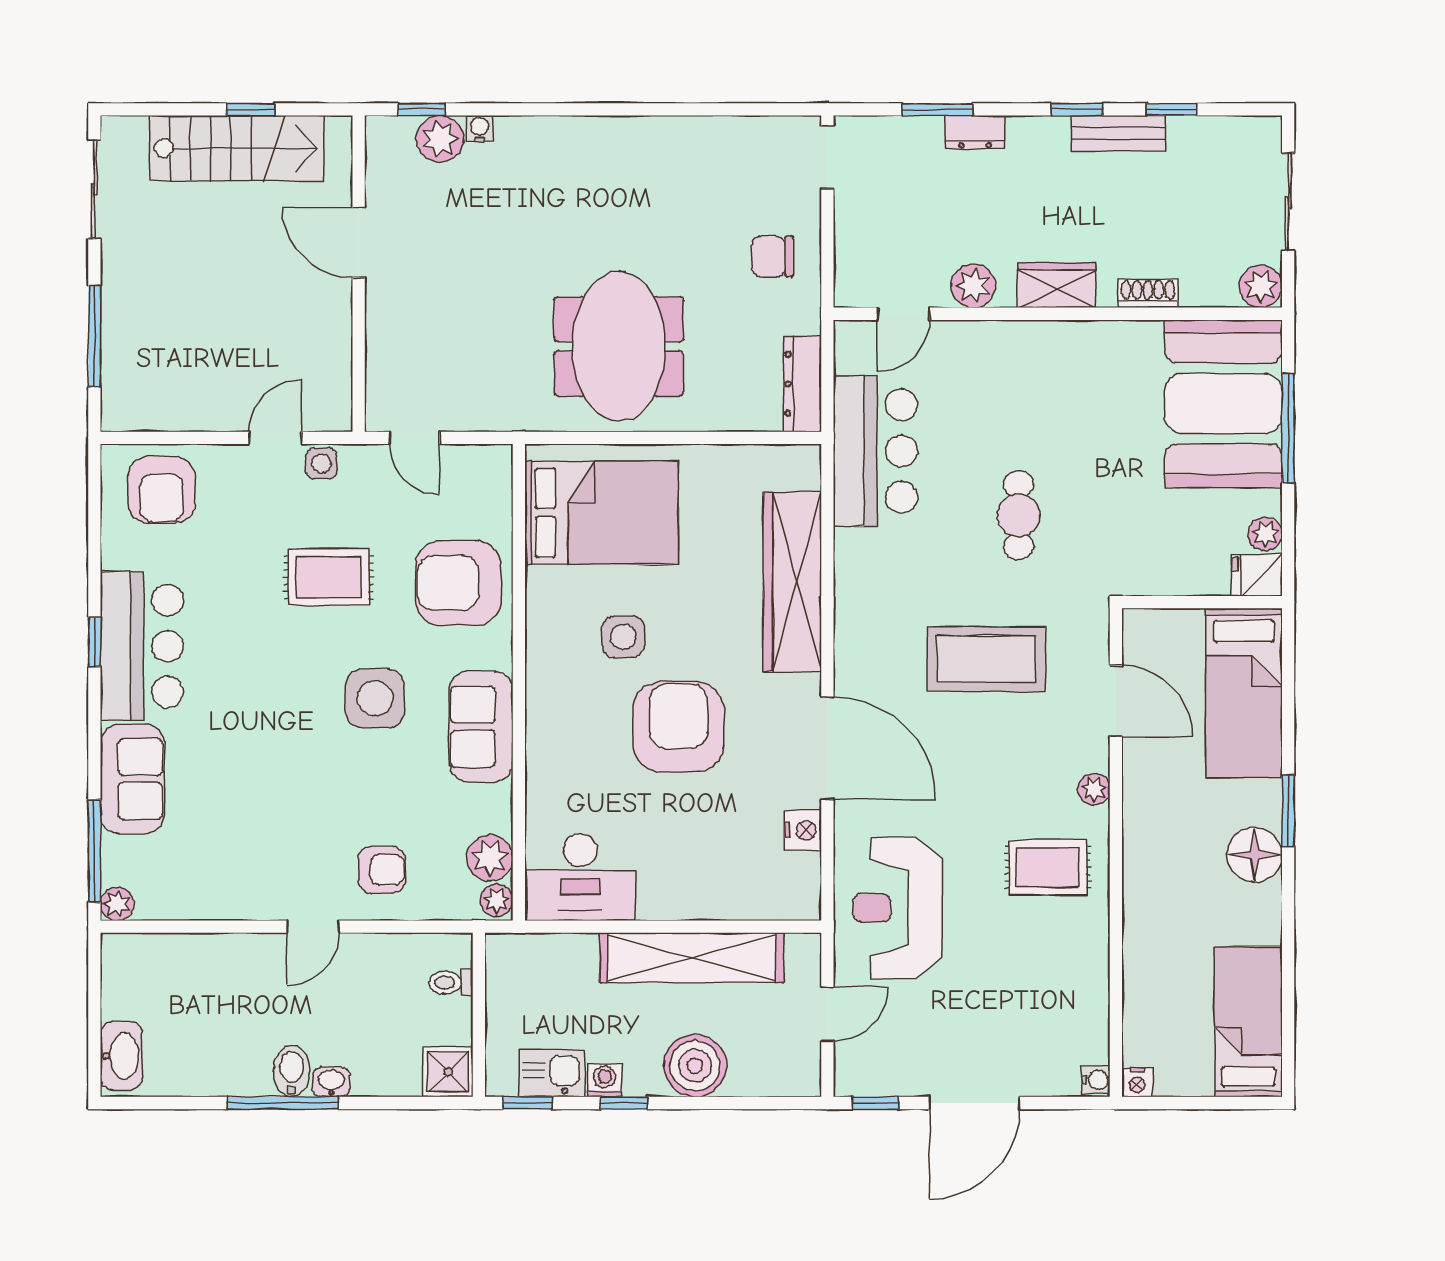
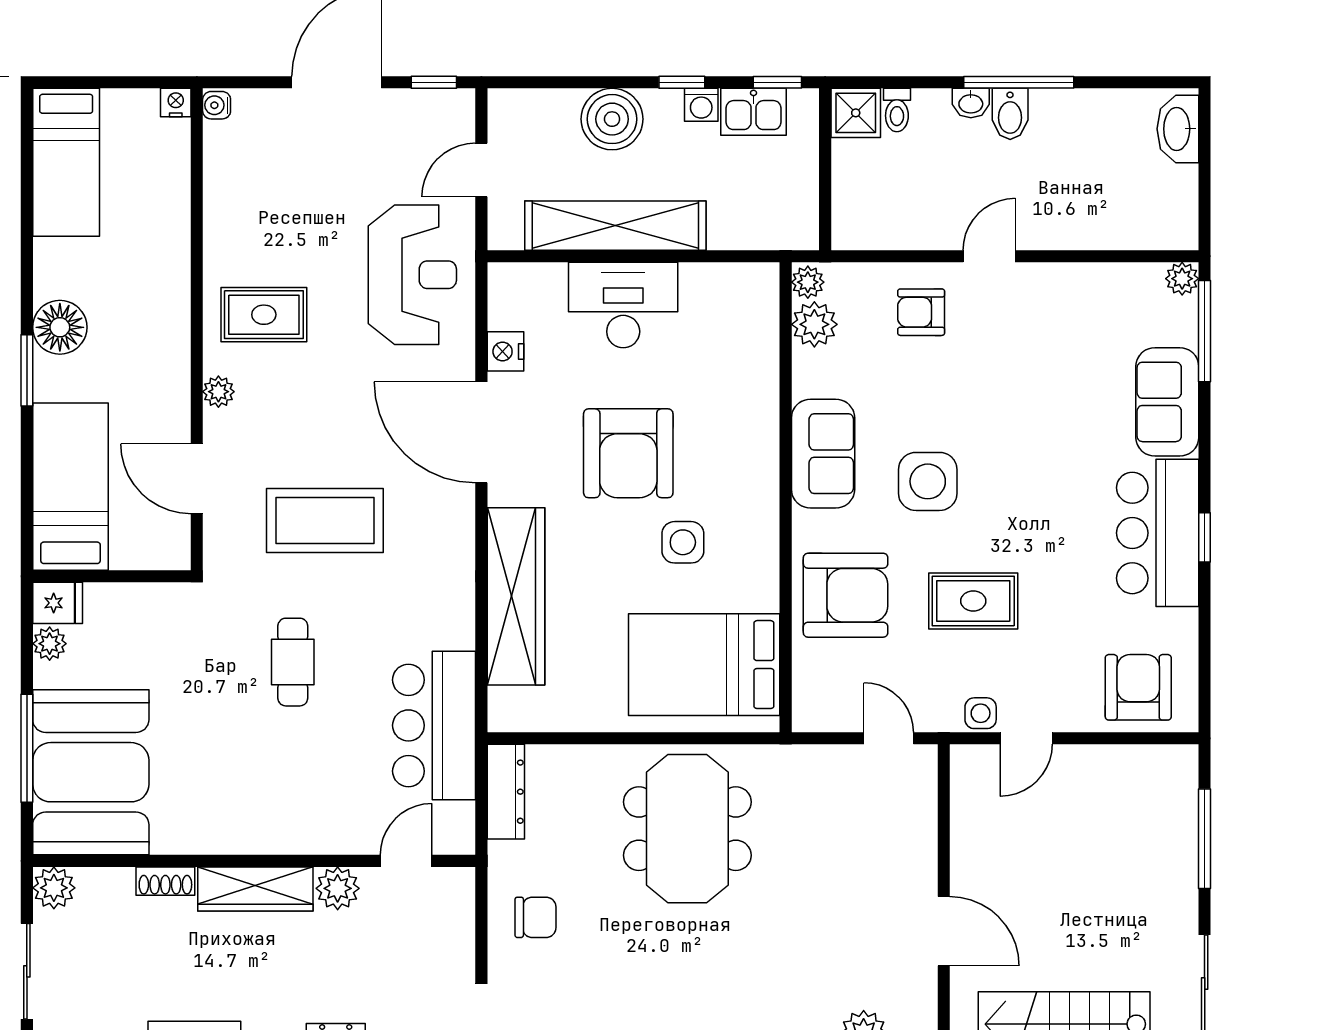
wardrobe: (1057, 285) -> (255, 889), width x1.50
desk: (580, 877) -> (623, 305), moved
toilet: (451, 983) -> (897, 110), moved, turned 90

